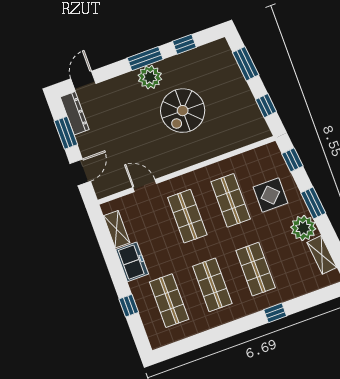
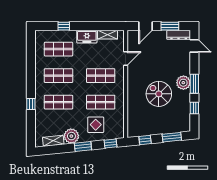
door: (80, 172) -> (146, 26), hinge flipped

